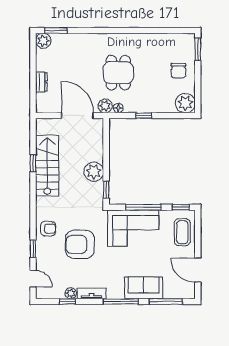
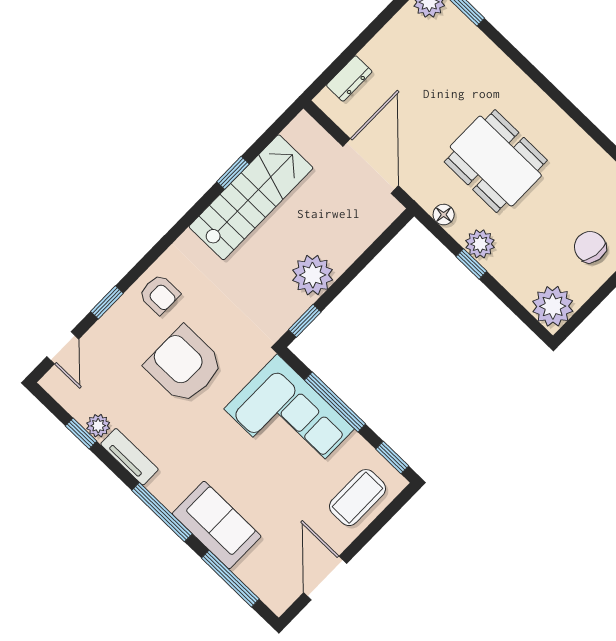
chair: (178, 71) -> (590, 247), turned 99
dining table: (118, 73) -> (496, 161), width x1.37
dresser: (41, 82) -> (349, 78), moved
plant: (105, 106) -> (480, 244), moved

